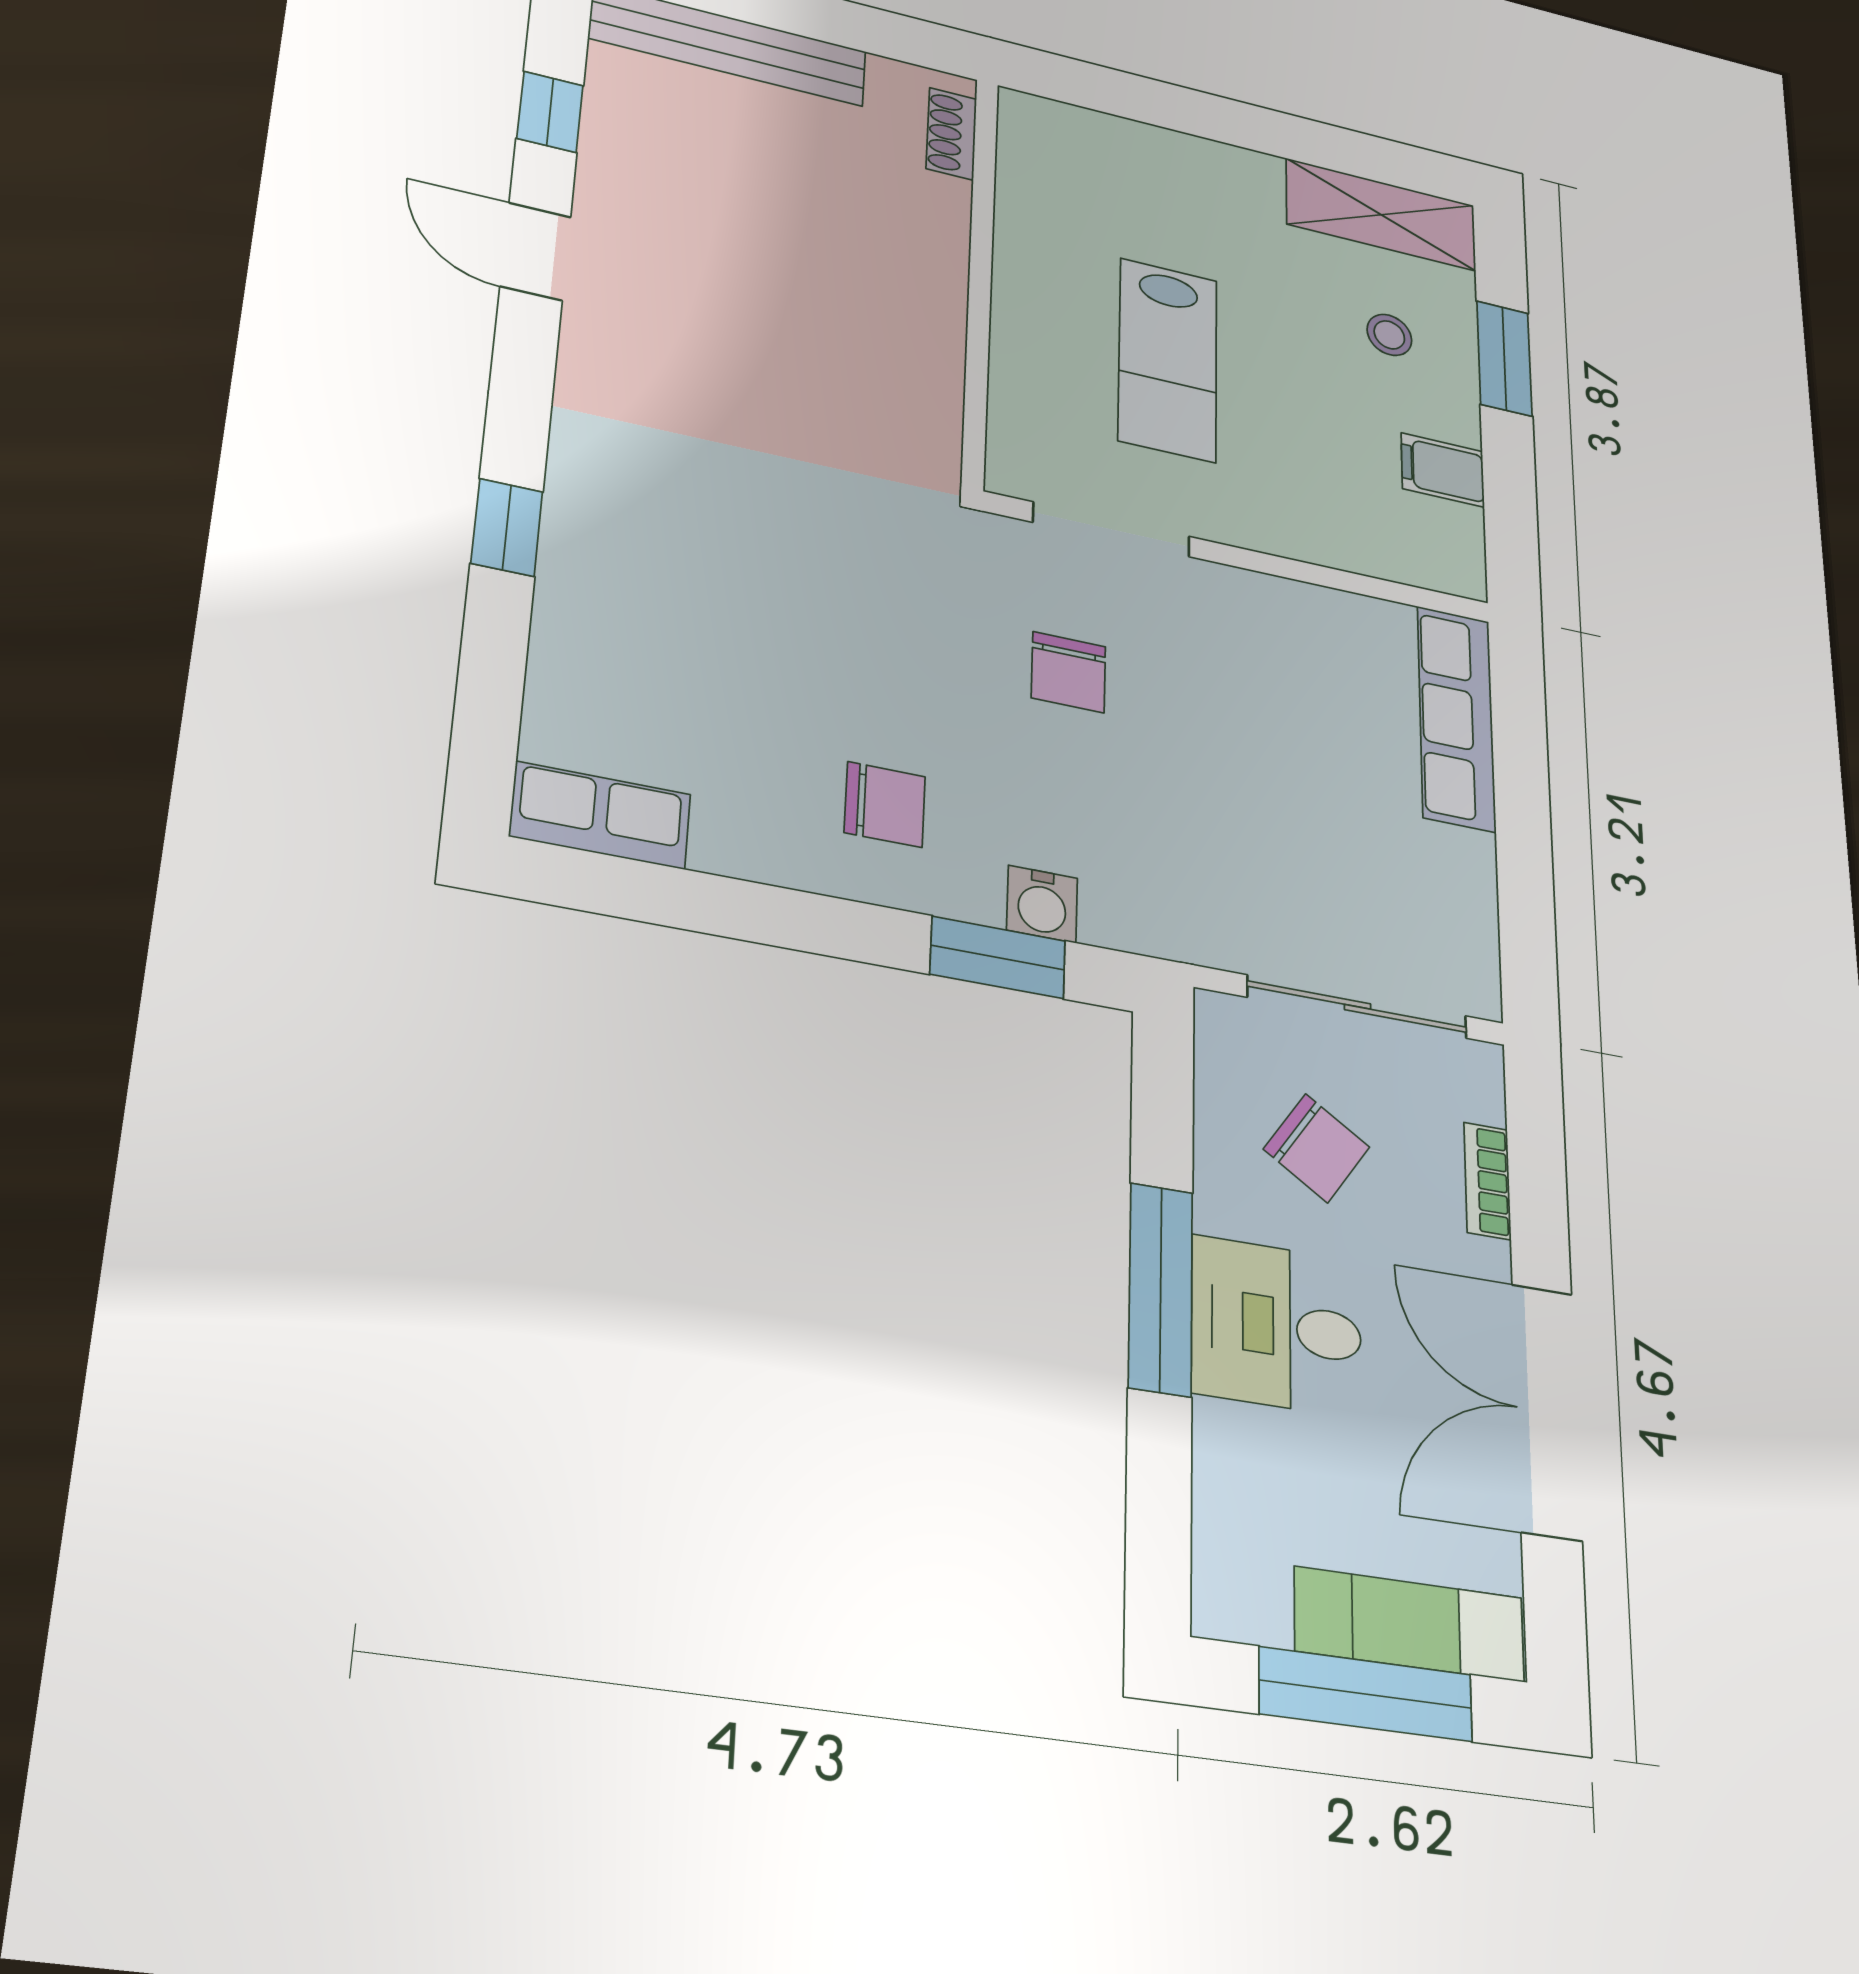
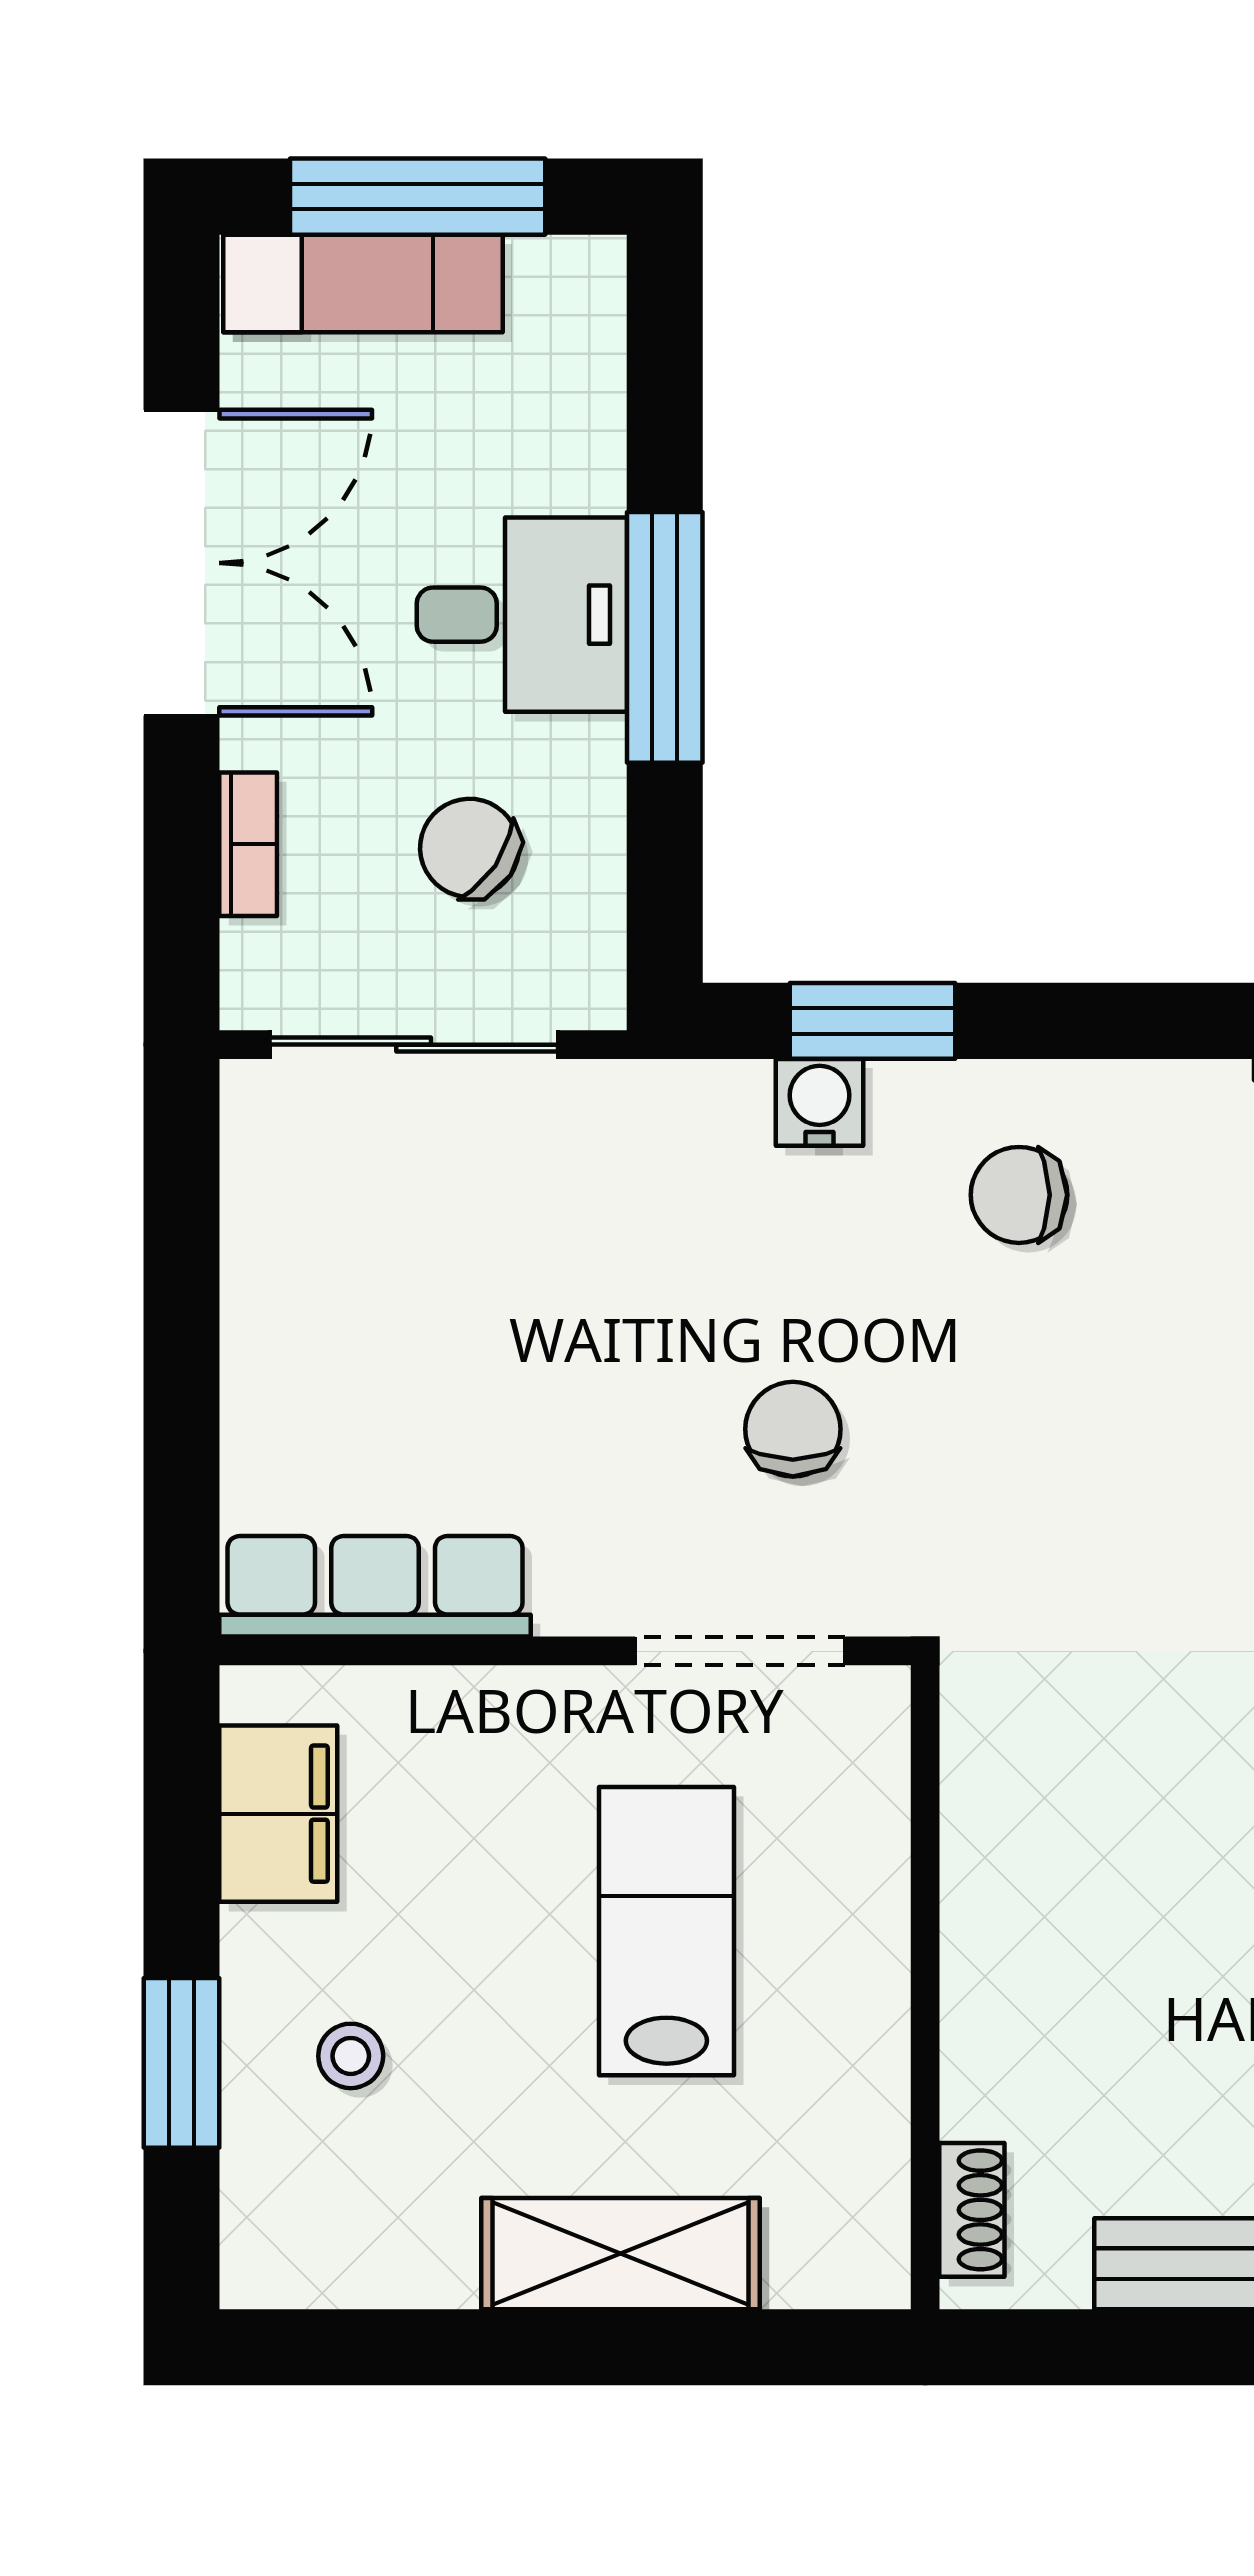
shelving: (1381, 215) -> (620, 2254), moved
filing cabinet: (1443, 470) -> (278, 1814), width x2.00
row of seats: (1456, 718) -> (375, 1586), moved, turned -90

